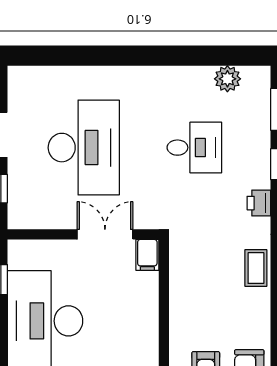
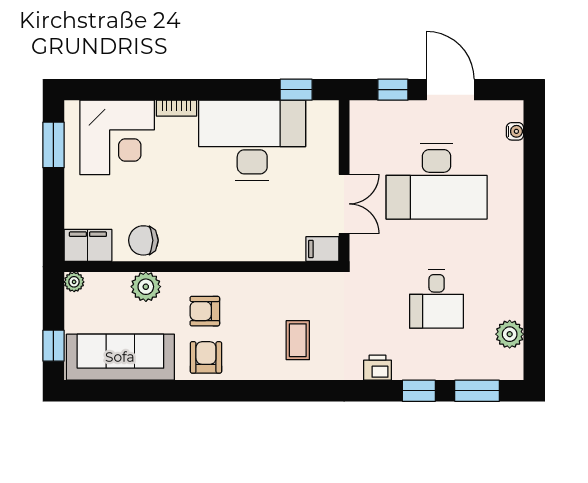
water cooler: (37, 74) -> (515, 131), added
coffee table: (256, 268) -> (298, 340), moved, turned 90

